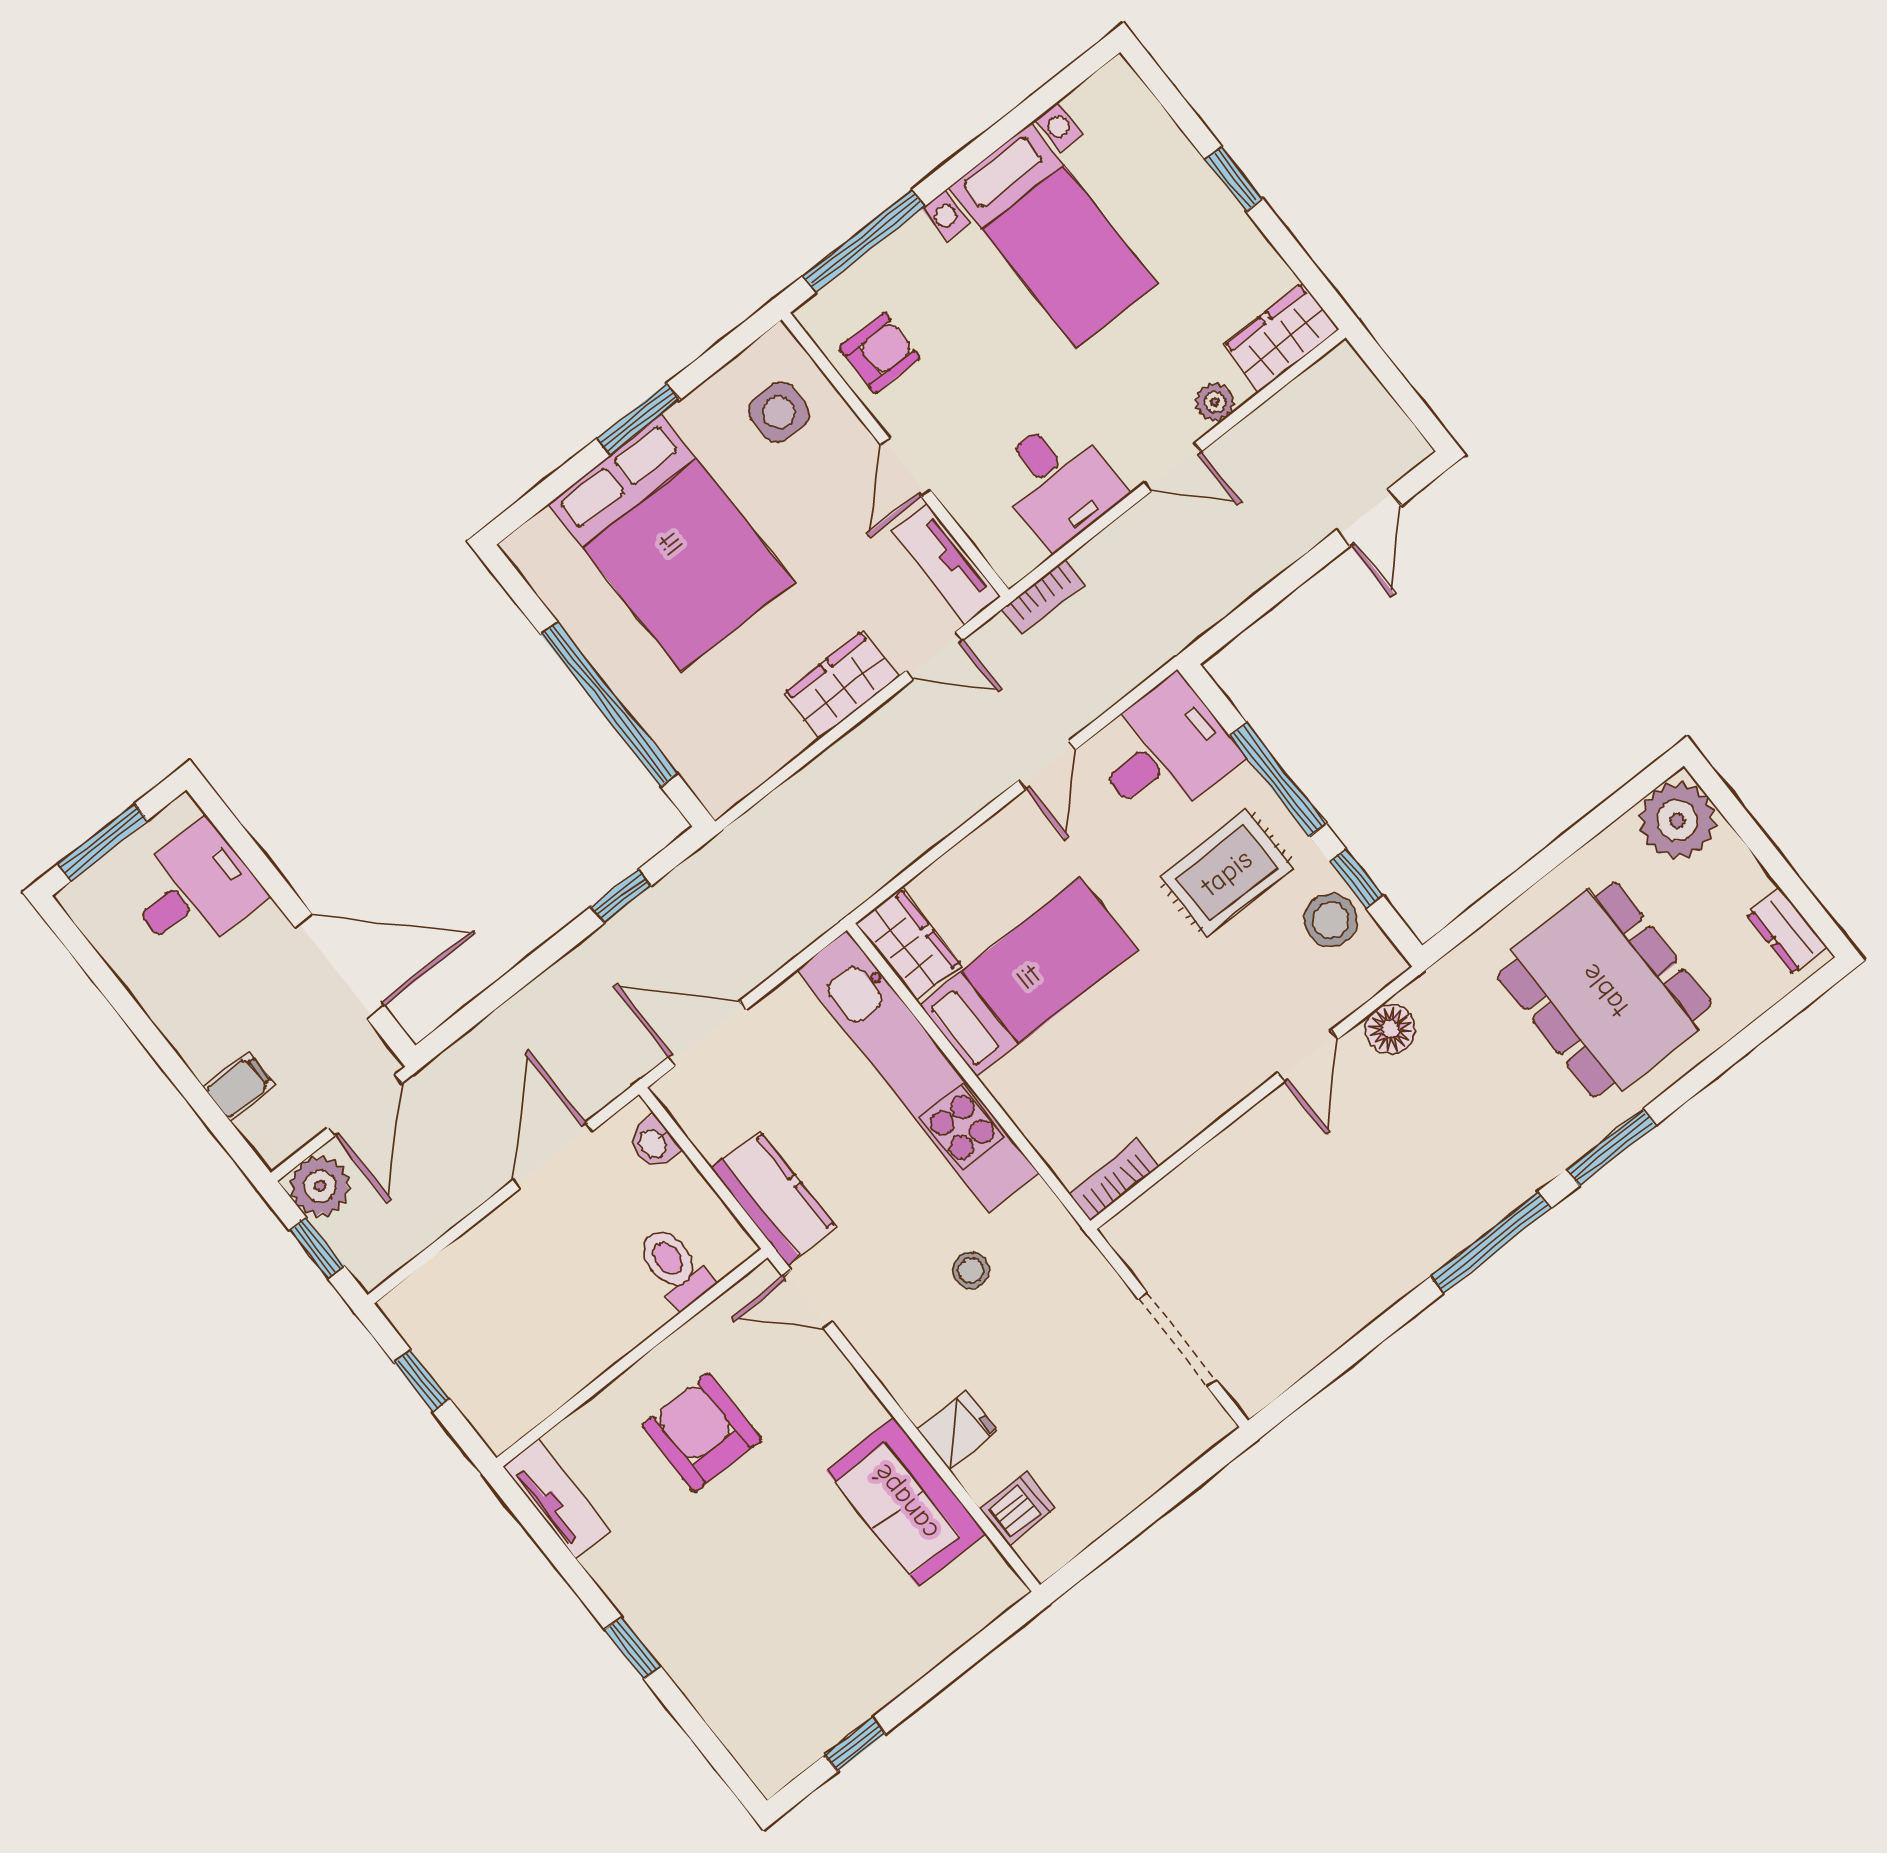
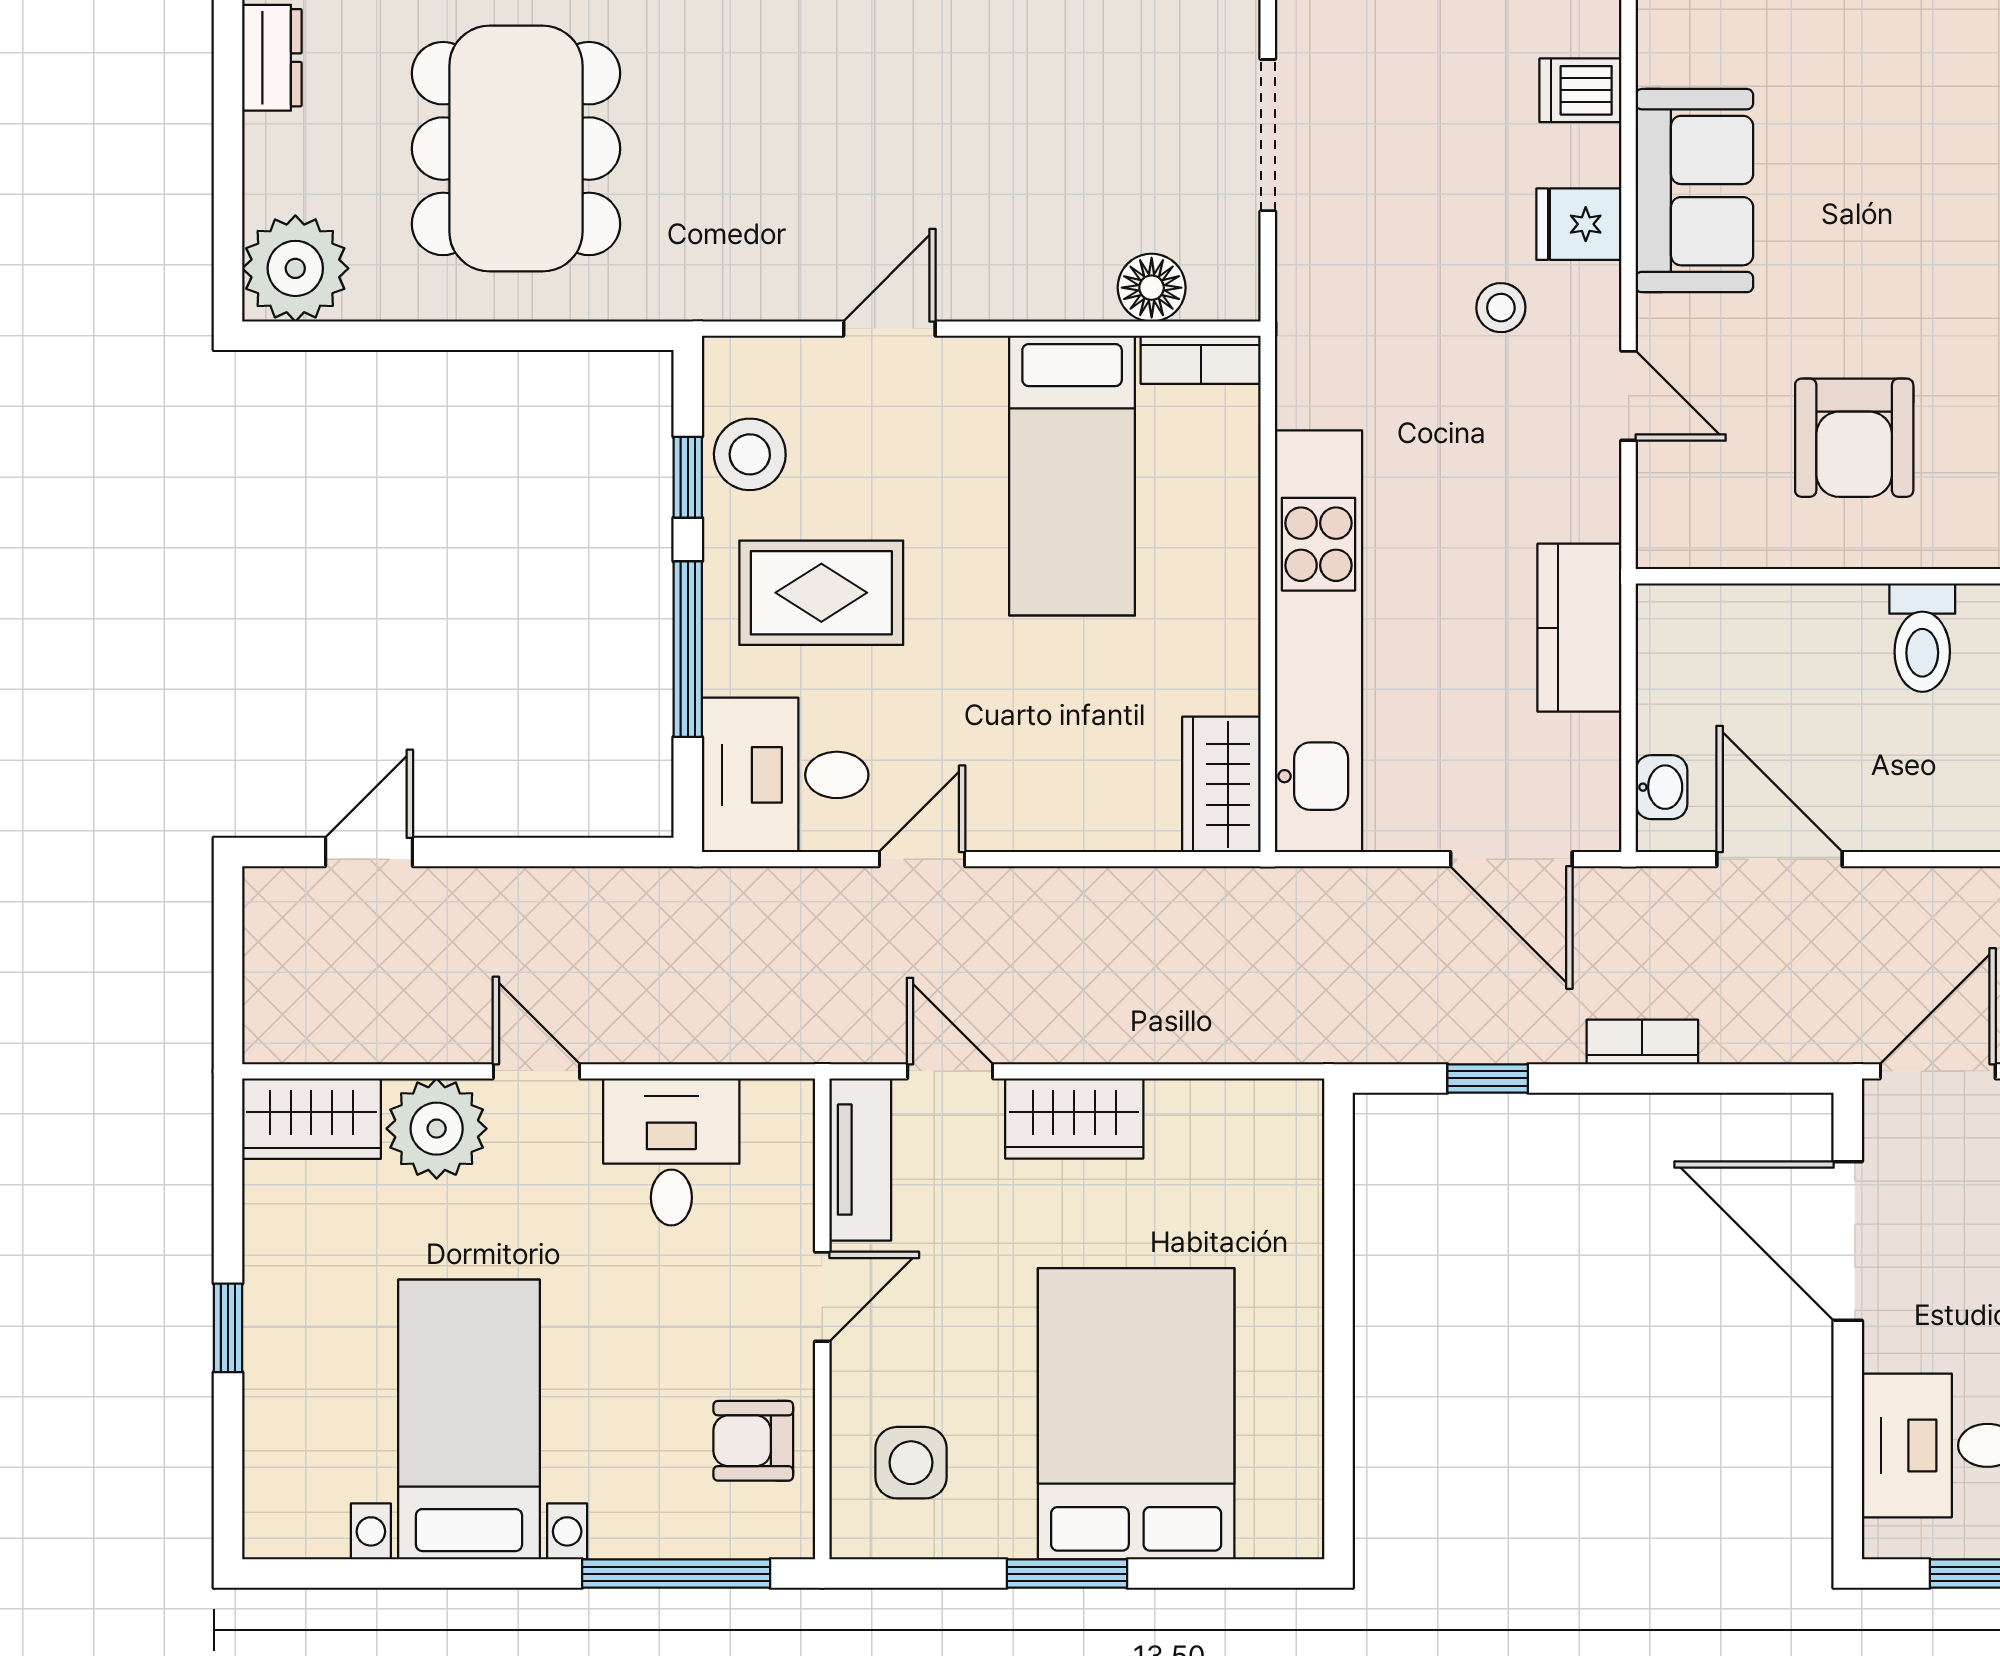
plant: (1215, 402) -> (437, 1129), width x1.87, depth x1.87
bookcase: (1043, 597) -> (1642, 1042), moved
window: (609, 704) -> (1339, 1294), removed
bed: (1029, 977) -> (1072, 476), moved, turned -90
floor lamp: (1390, 1029) -> (1152, 288), moved
door: (553, 1156) -> (1780, 859), swing flipped
toilet: (674, 1267) -> (1922, 638), moved
stool: (971, 1270) -> (1501, 308), moved
door: (808, 1299) -> (1629, 396), moved

